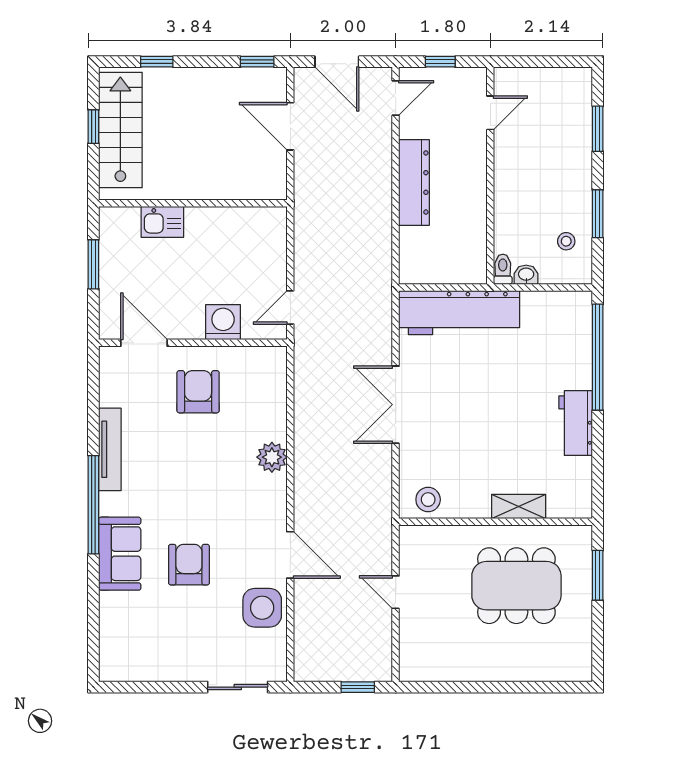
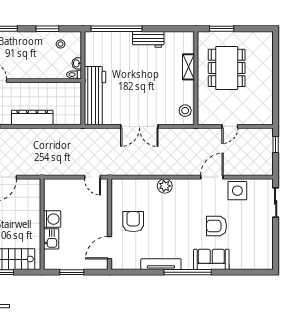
washing machine: (223, 322) -> (52, 219), moved, turned 180
armchair: (198, 392) -> (133, 222), turned 90

